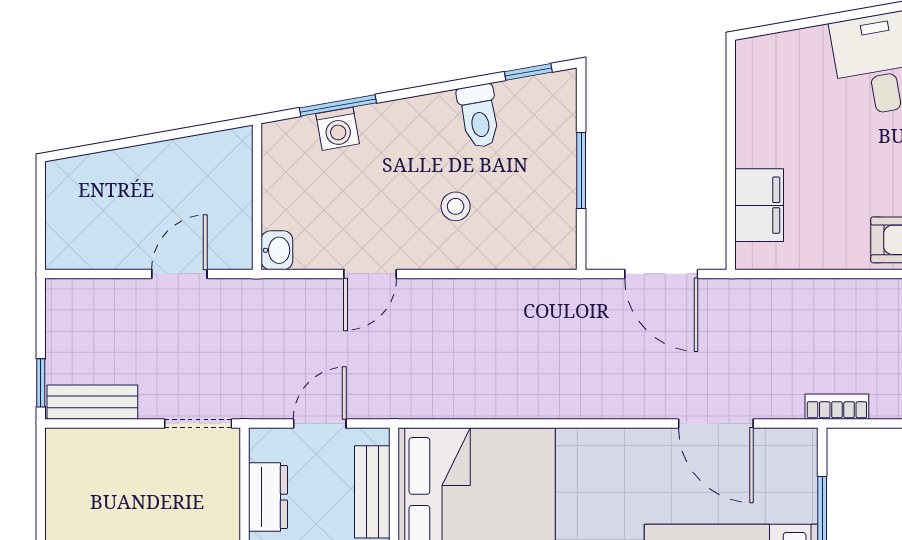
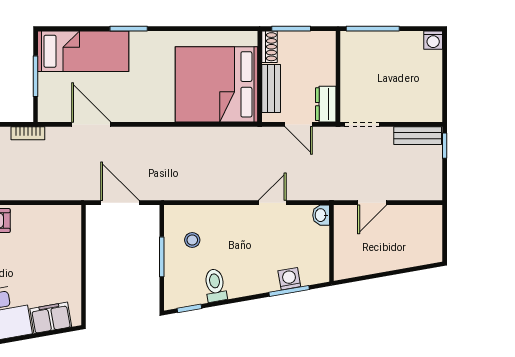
filing cabinet: (759, 205) -> (51, 318), moved, turned 80
stool: (456, 206) -> (192, 240), moved
door: (320, 424) -> (299, 124), hinge flipped
dresser: (268, 497) -> (326, 104), moved

